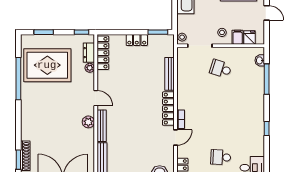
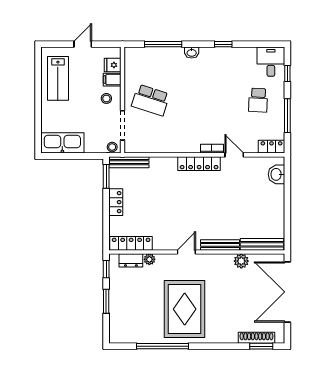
window: (44, 32) -> (106, 301), moved
washbasin: (260, 60) -> (192, 53), moved
rug: (47, 65) -> (185, 309), moved
school desk: (221, 69) -> (151, 100), width x1.85
bench: (170, 74) -> (129, 162), moved
plant: (88, 122) -> (241, 261), moved

